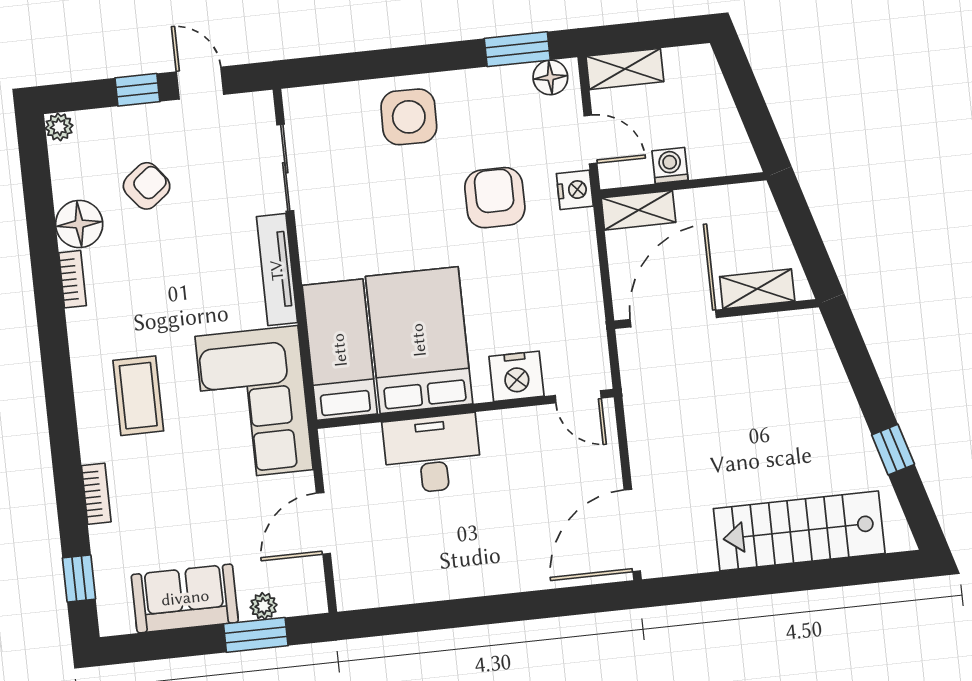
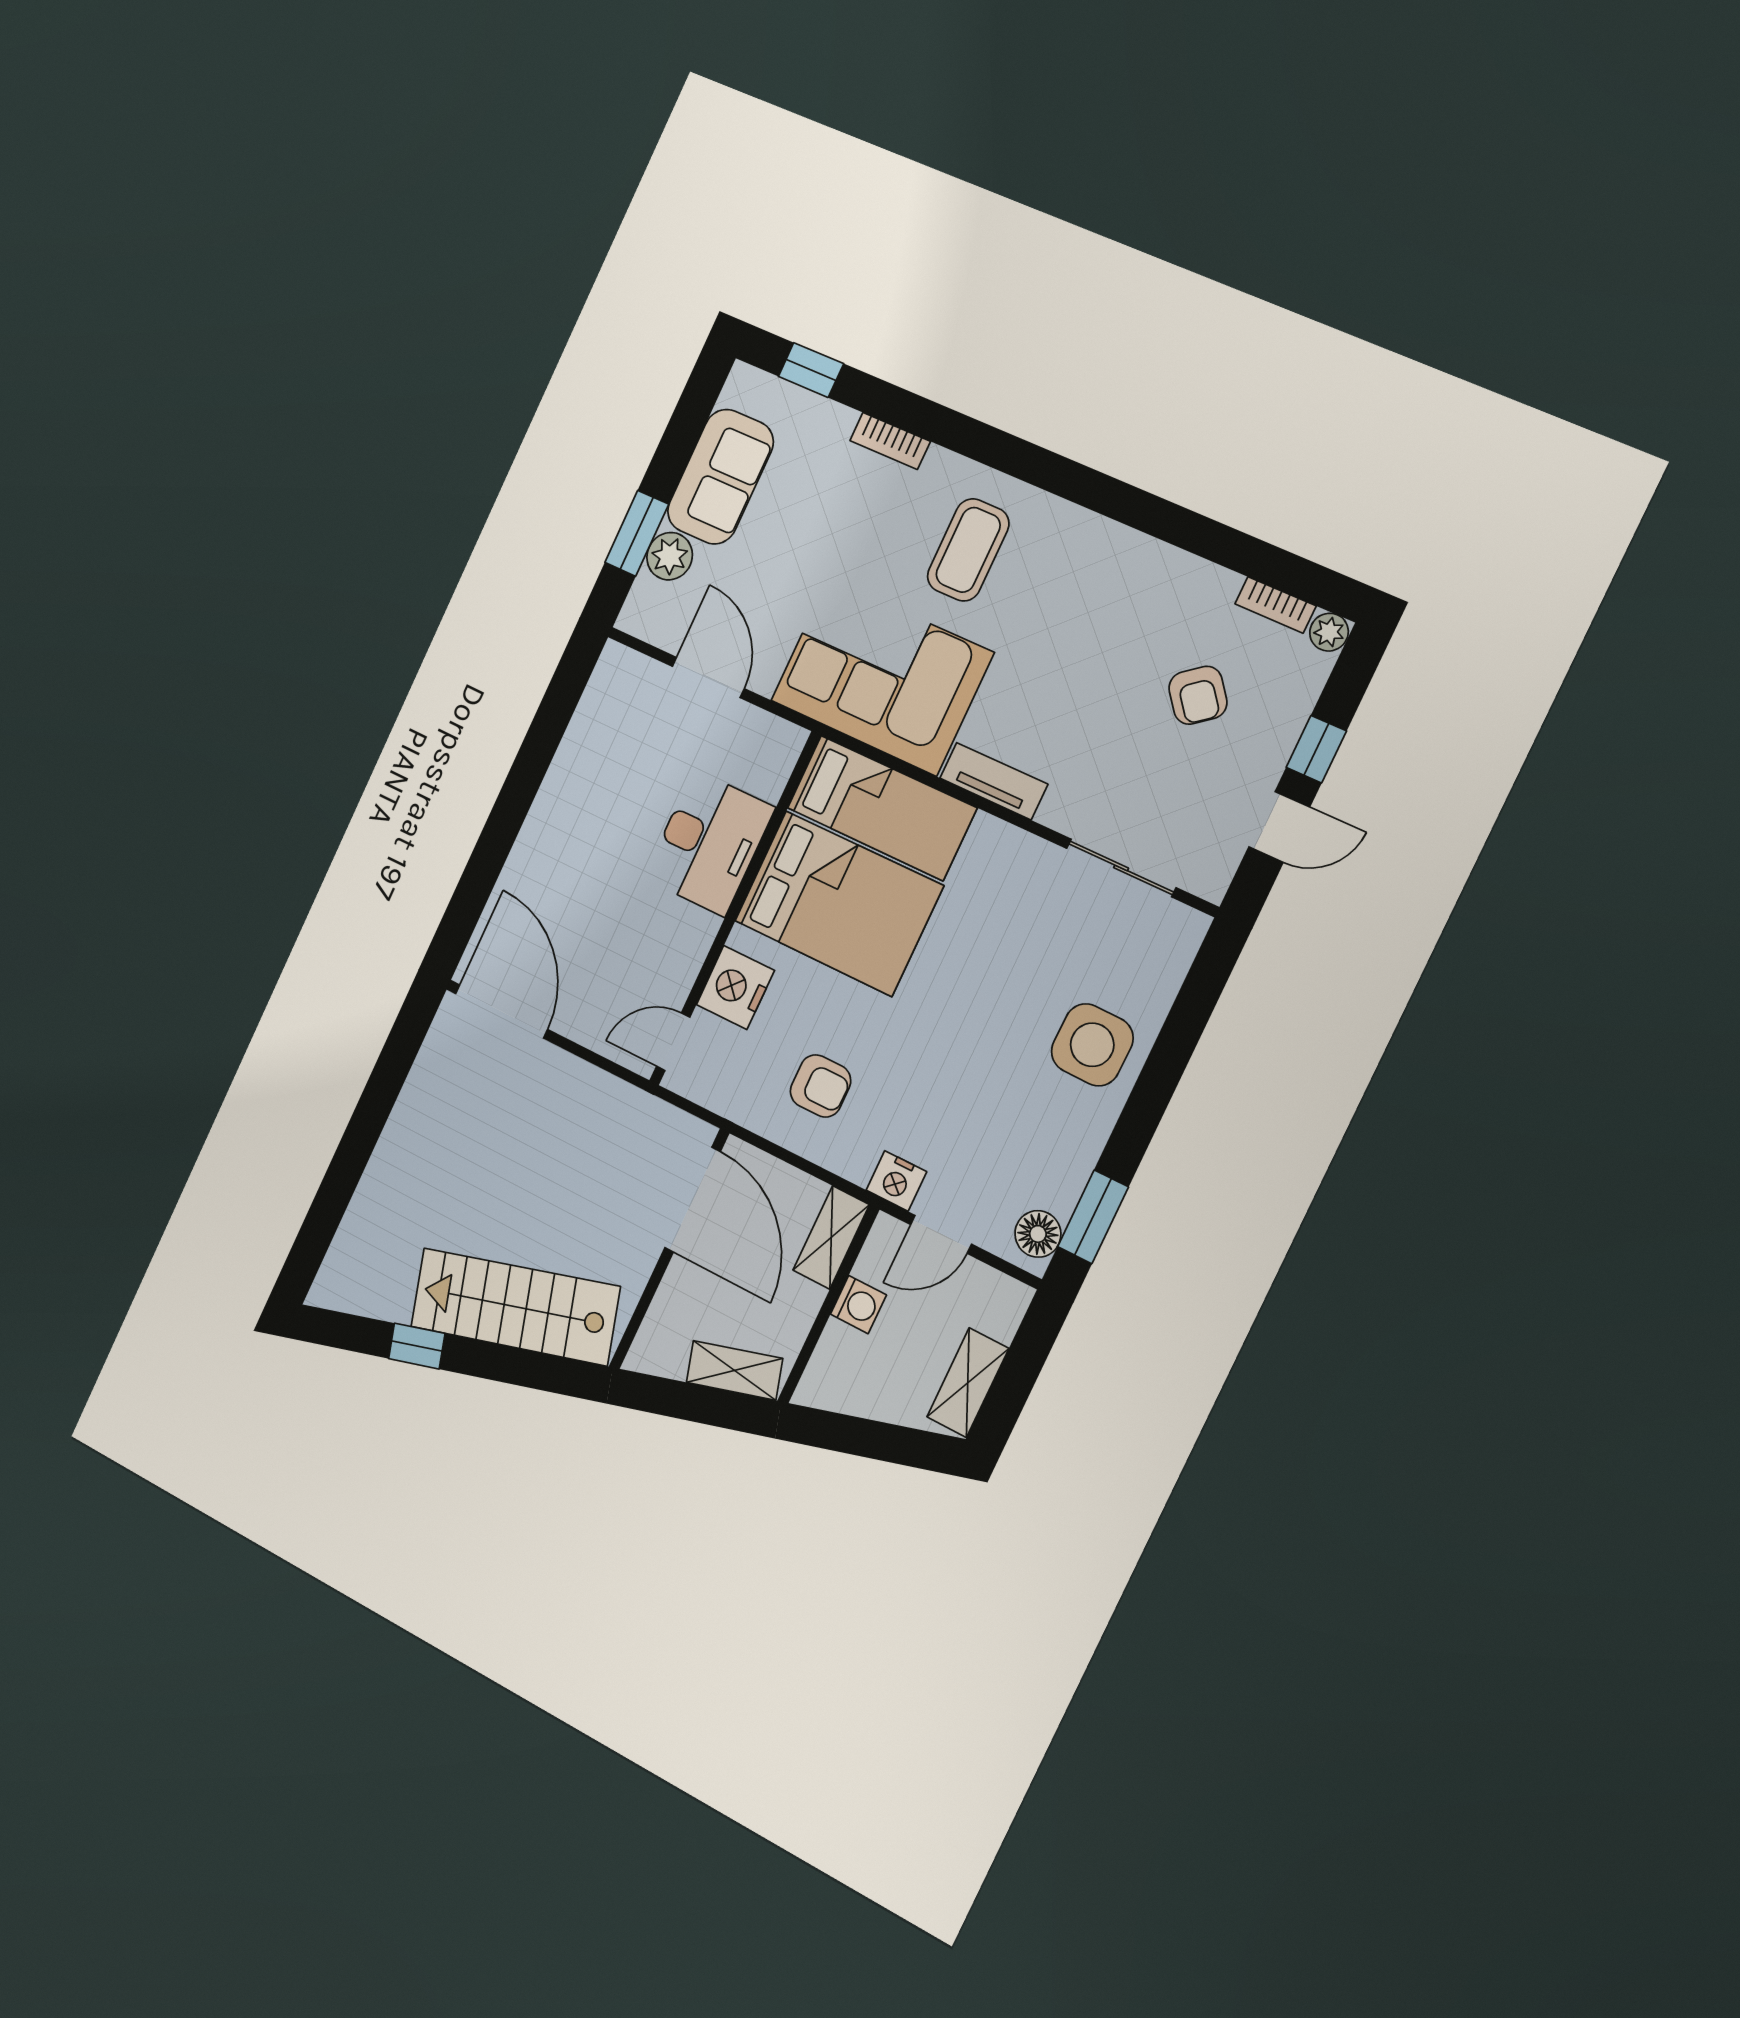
shelving: (625, 69) -> (968, 1383), moved
armchair: (495, 198) -> (820, 1086), moved, width x0.72, depth x0.72
floor lamp: (79, 224) -> (1202, 592), removed
tv unit: (277, 270) -> (994, 781), width x0.71
bookcase: (72, 279) -> (1275, 605), moved
shelving: (757, 289) -> (734, 1370), moved, turned 74
coffee table: (138, 396) -> (968, 550), turned 90
stairs: (799, 531) -> (515, 1307), moved, turned -106
plant: (264, 606) -> (670, 556), width x1.38, depth x1.38

